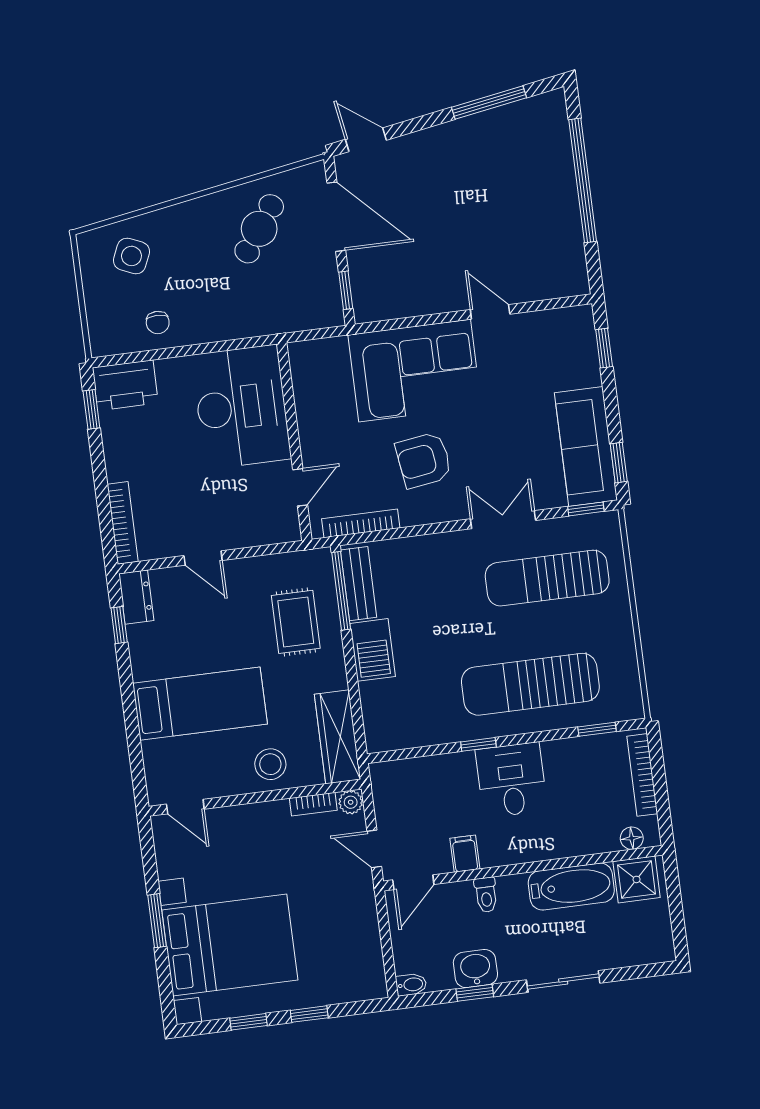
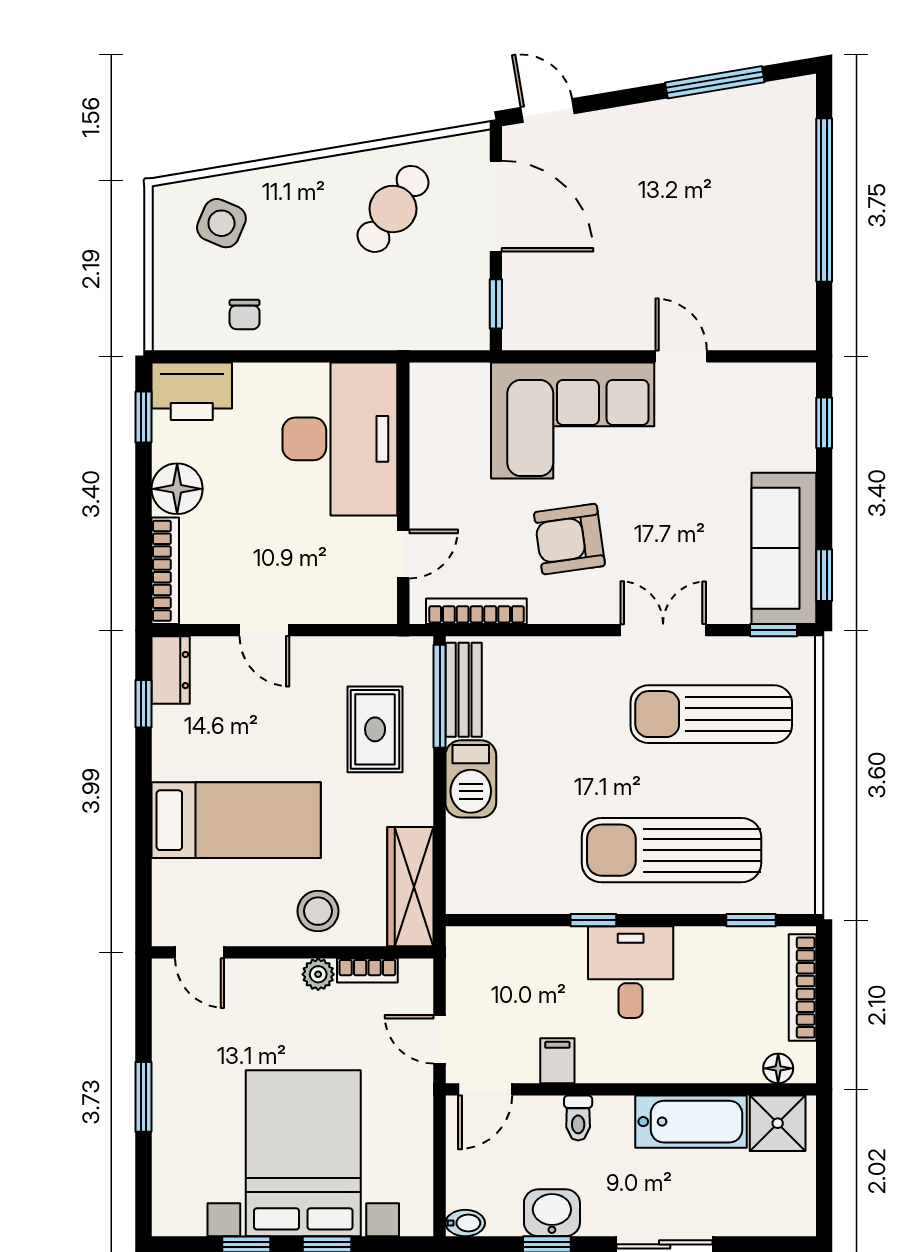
floor lamp: (124, 460) -> (177, 489), added
plant: (351, 802) -> (318, 974), moved
bed with nightstands: (230, 945) -> (303, 1153), moved, turned -90

